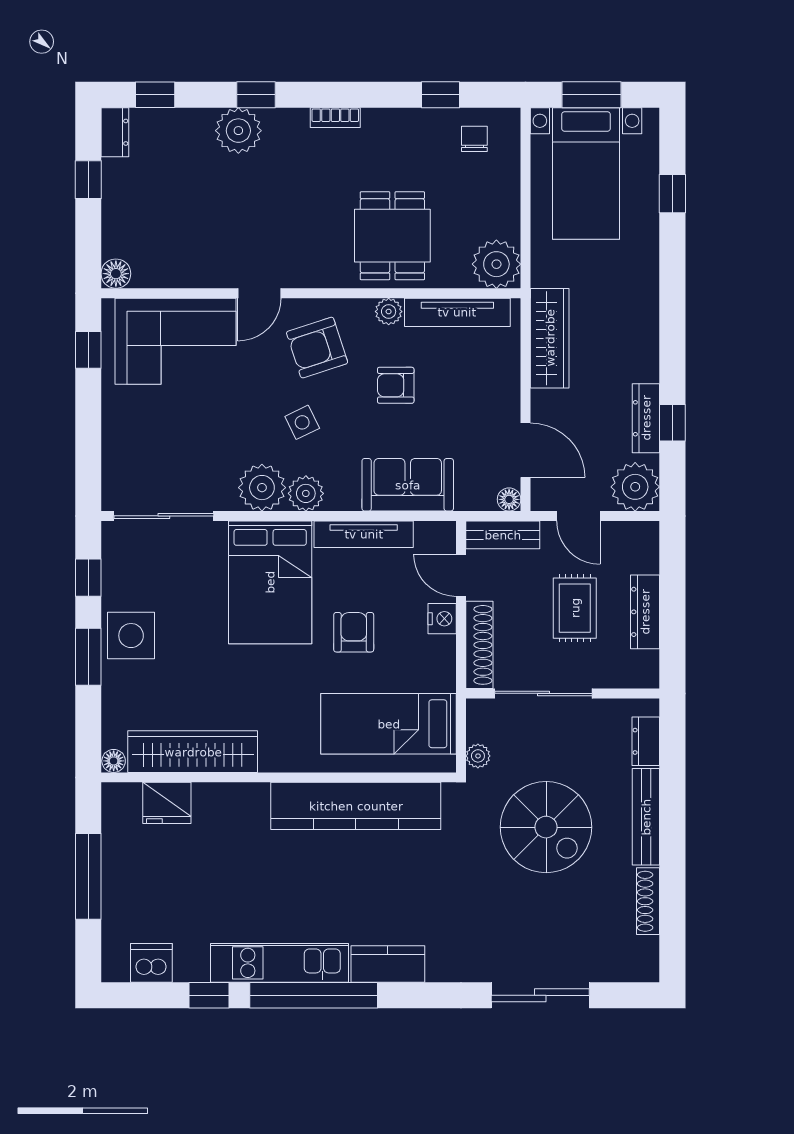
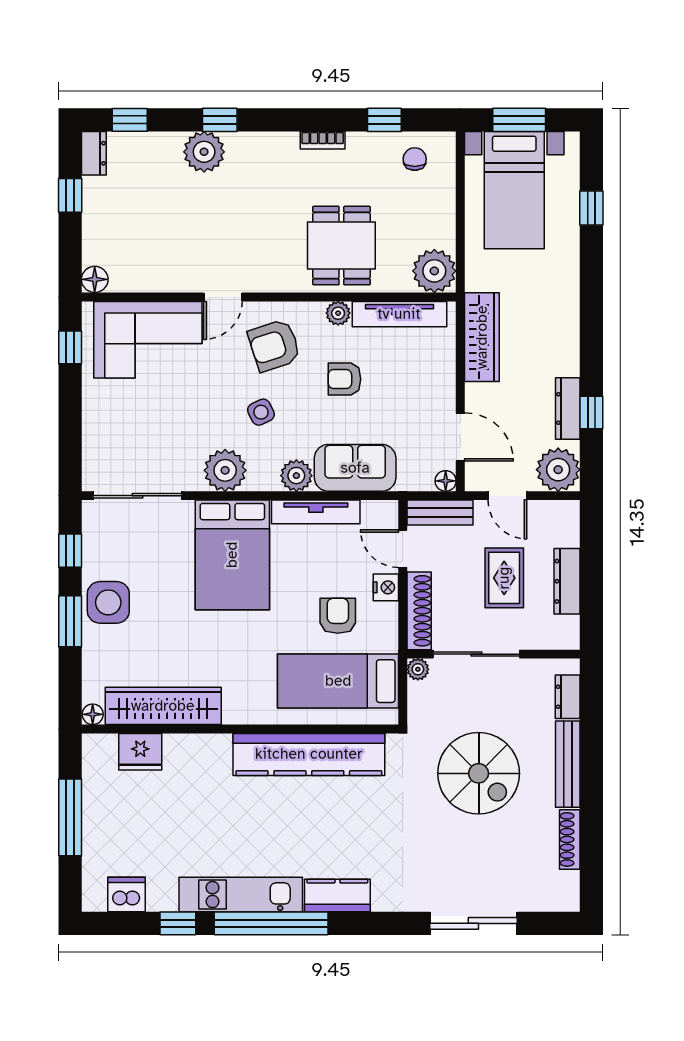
bookcase: (335, 118) -> (323, 140), moved
plant: (306, 493) -> (296, 476), moved
armchair: (354, 632) -> (338, 616), moved
plant: (478, 756) -> (418, 669), moved

